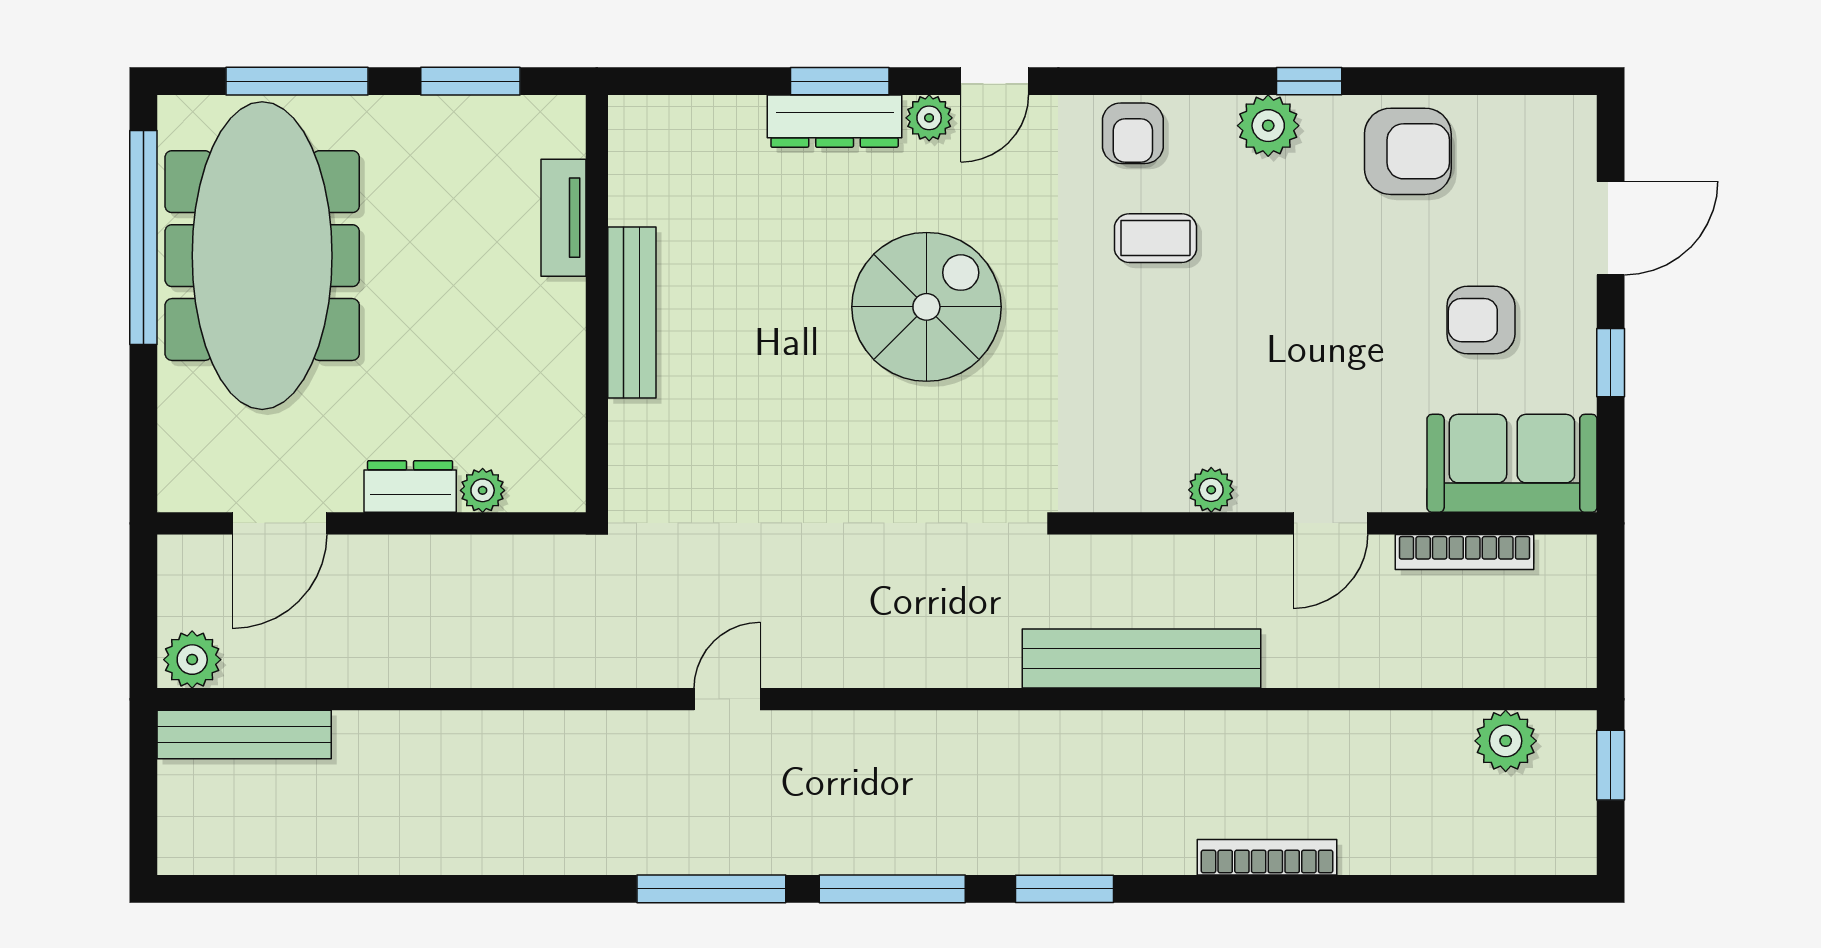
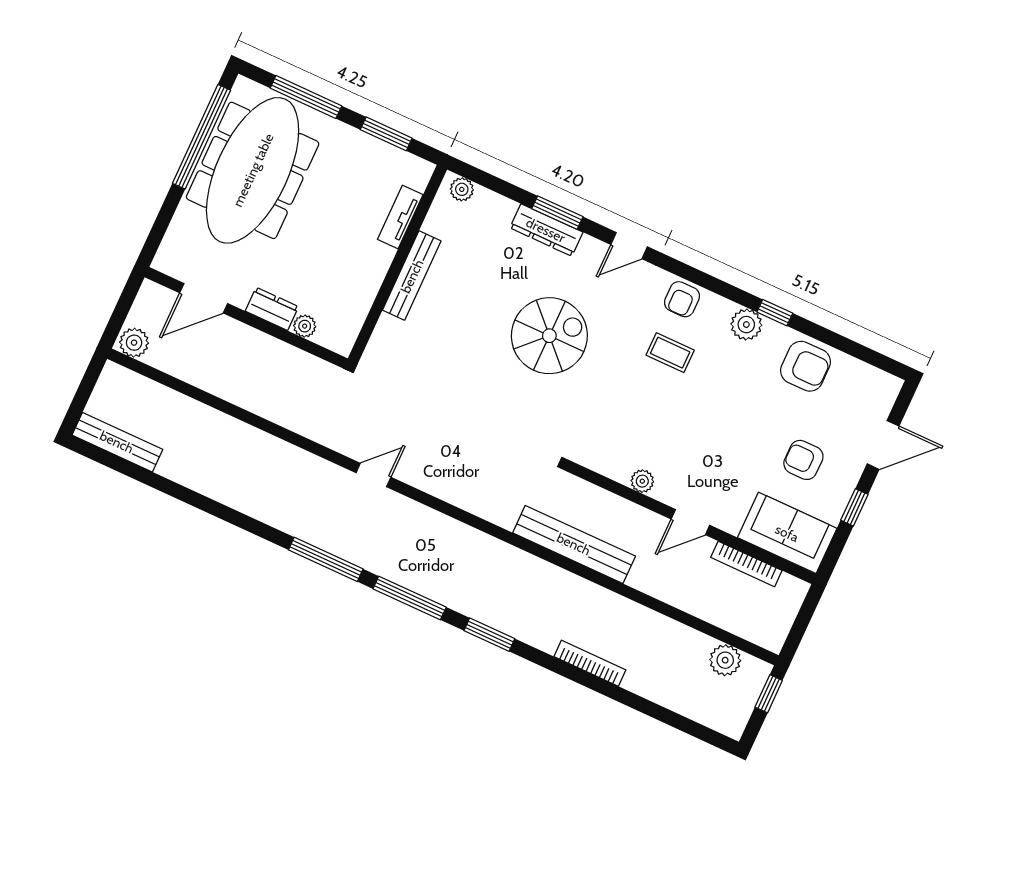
plant: (929, 118) -> (462, 189), moved
bench: (244, 735) -> (117, 442), moved

